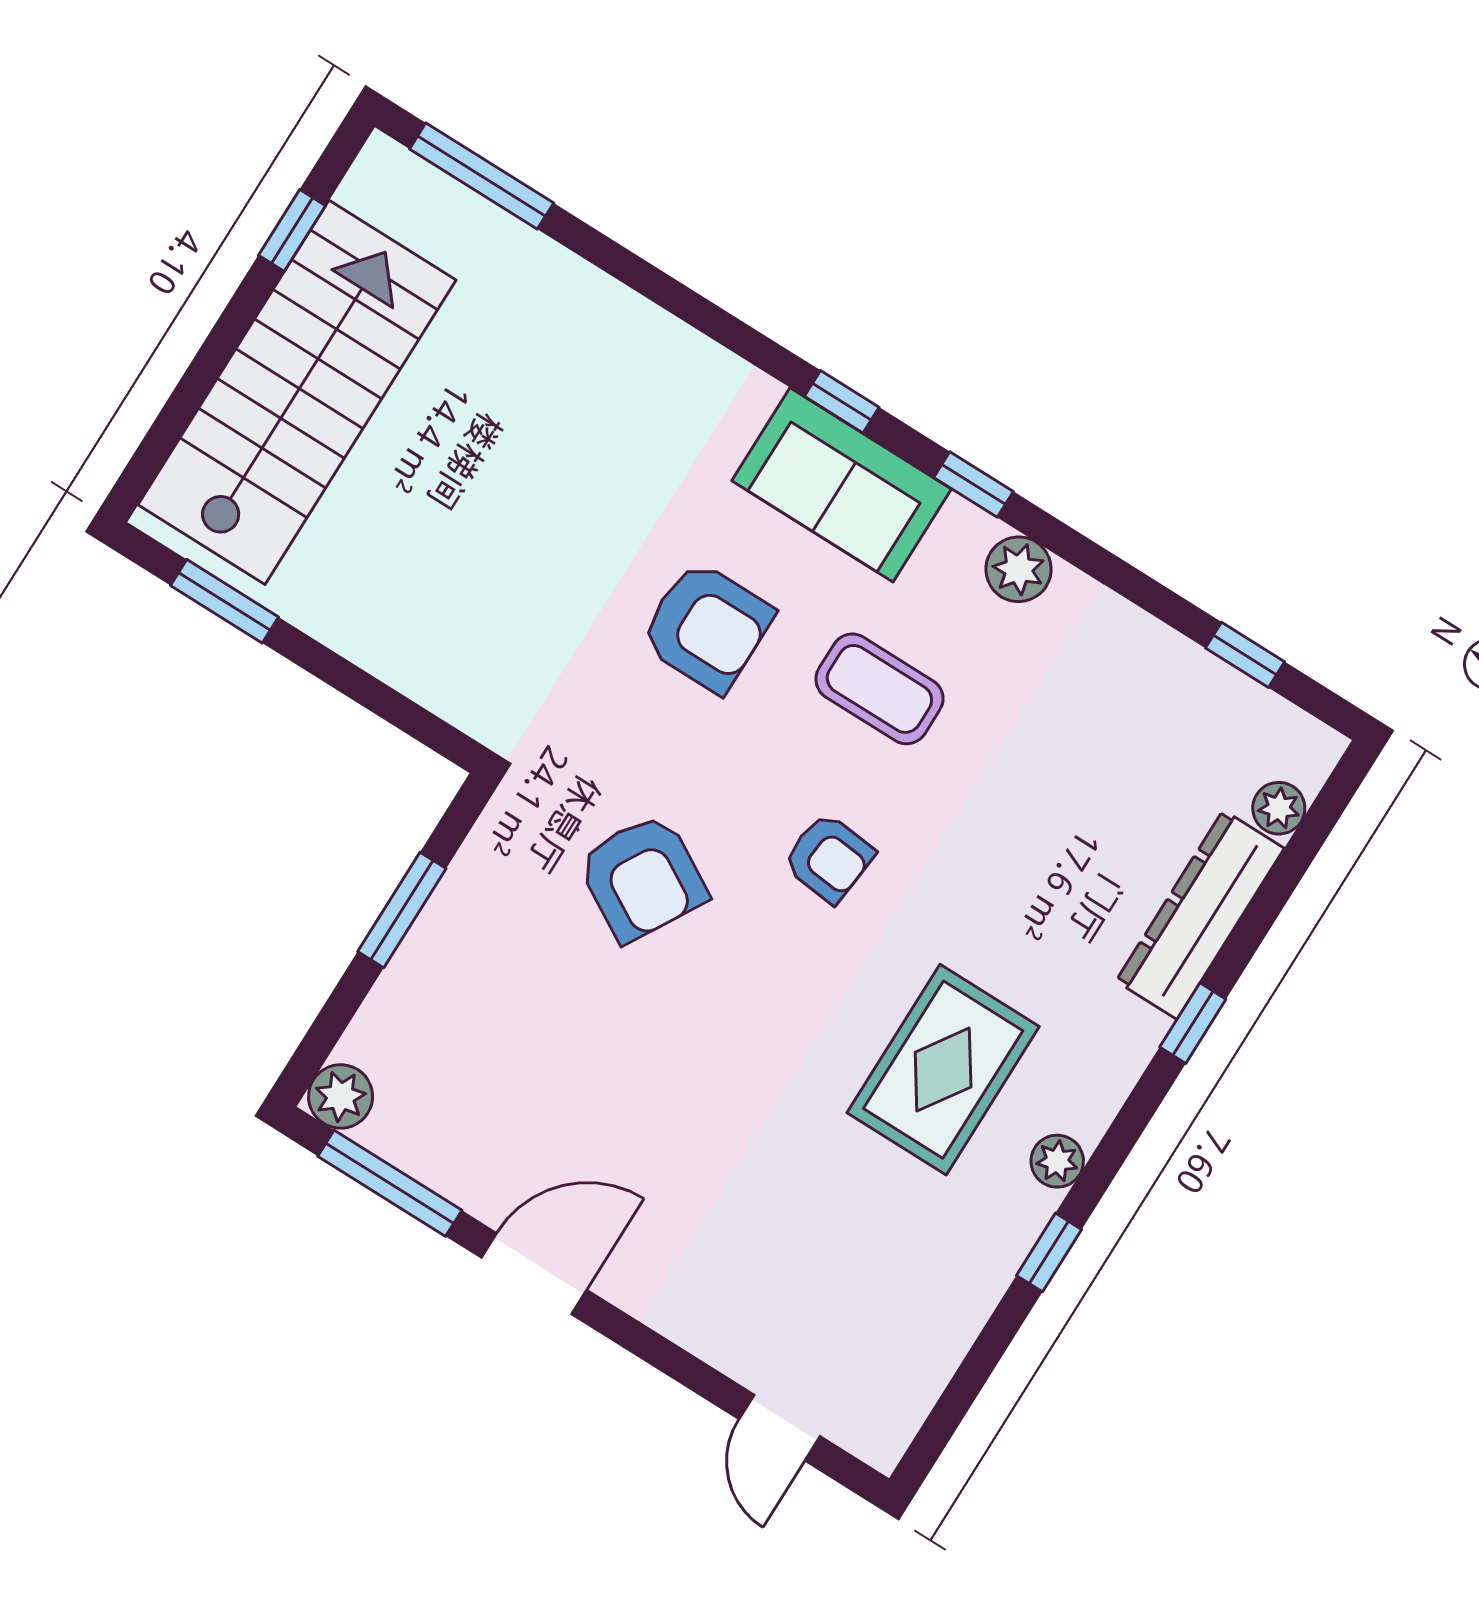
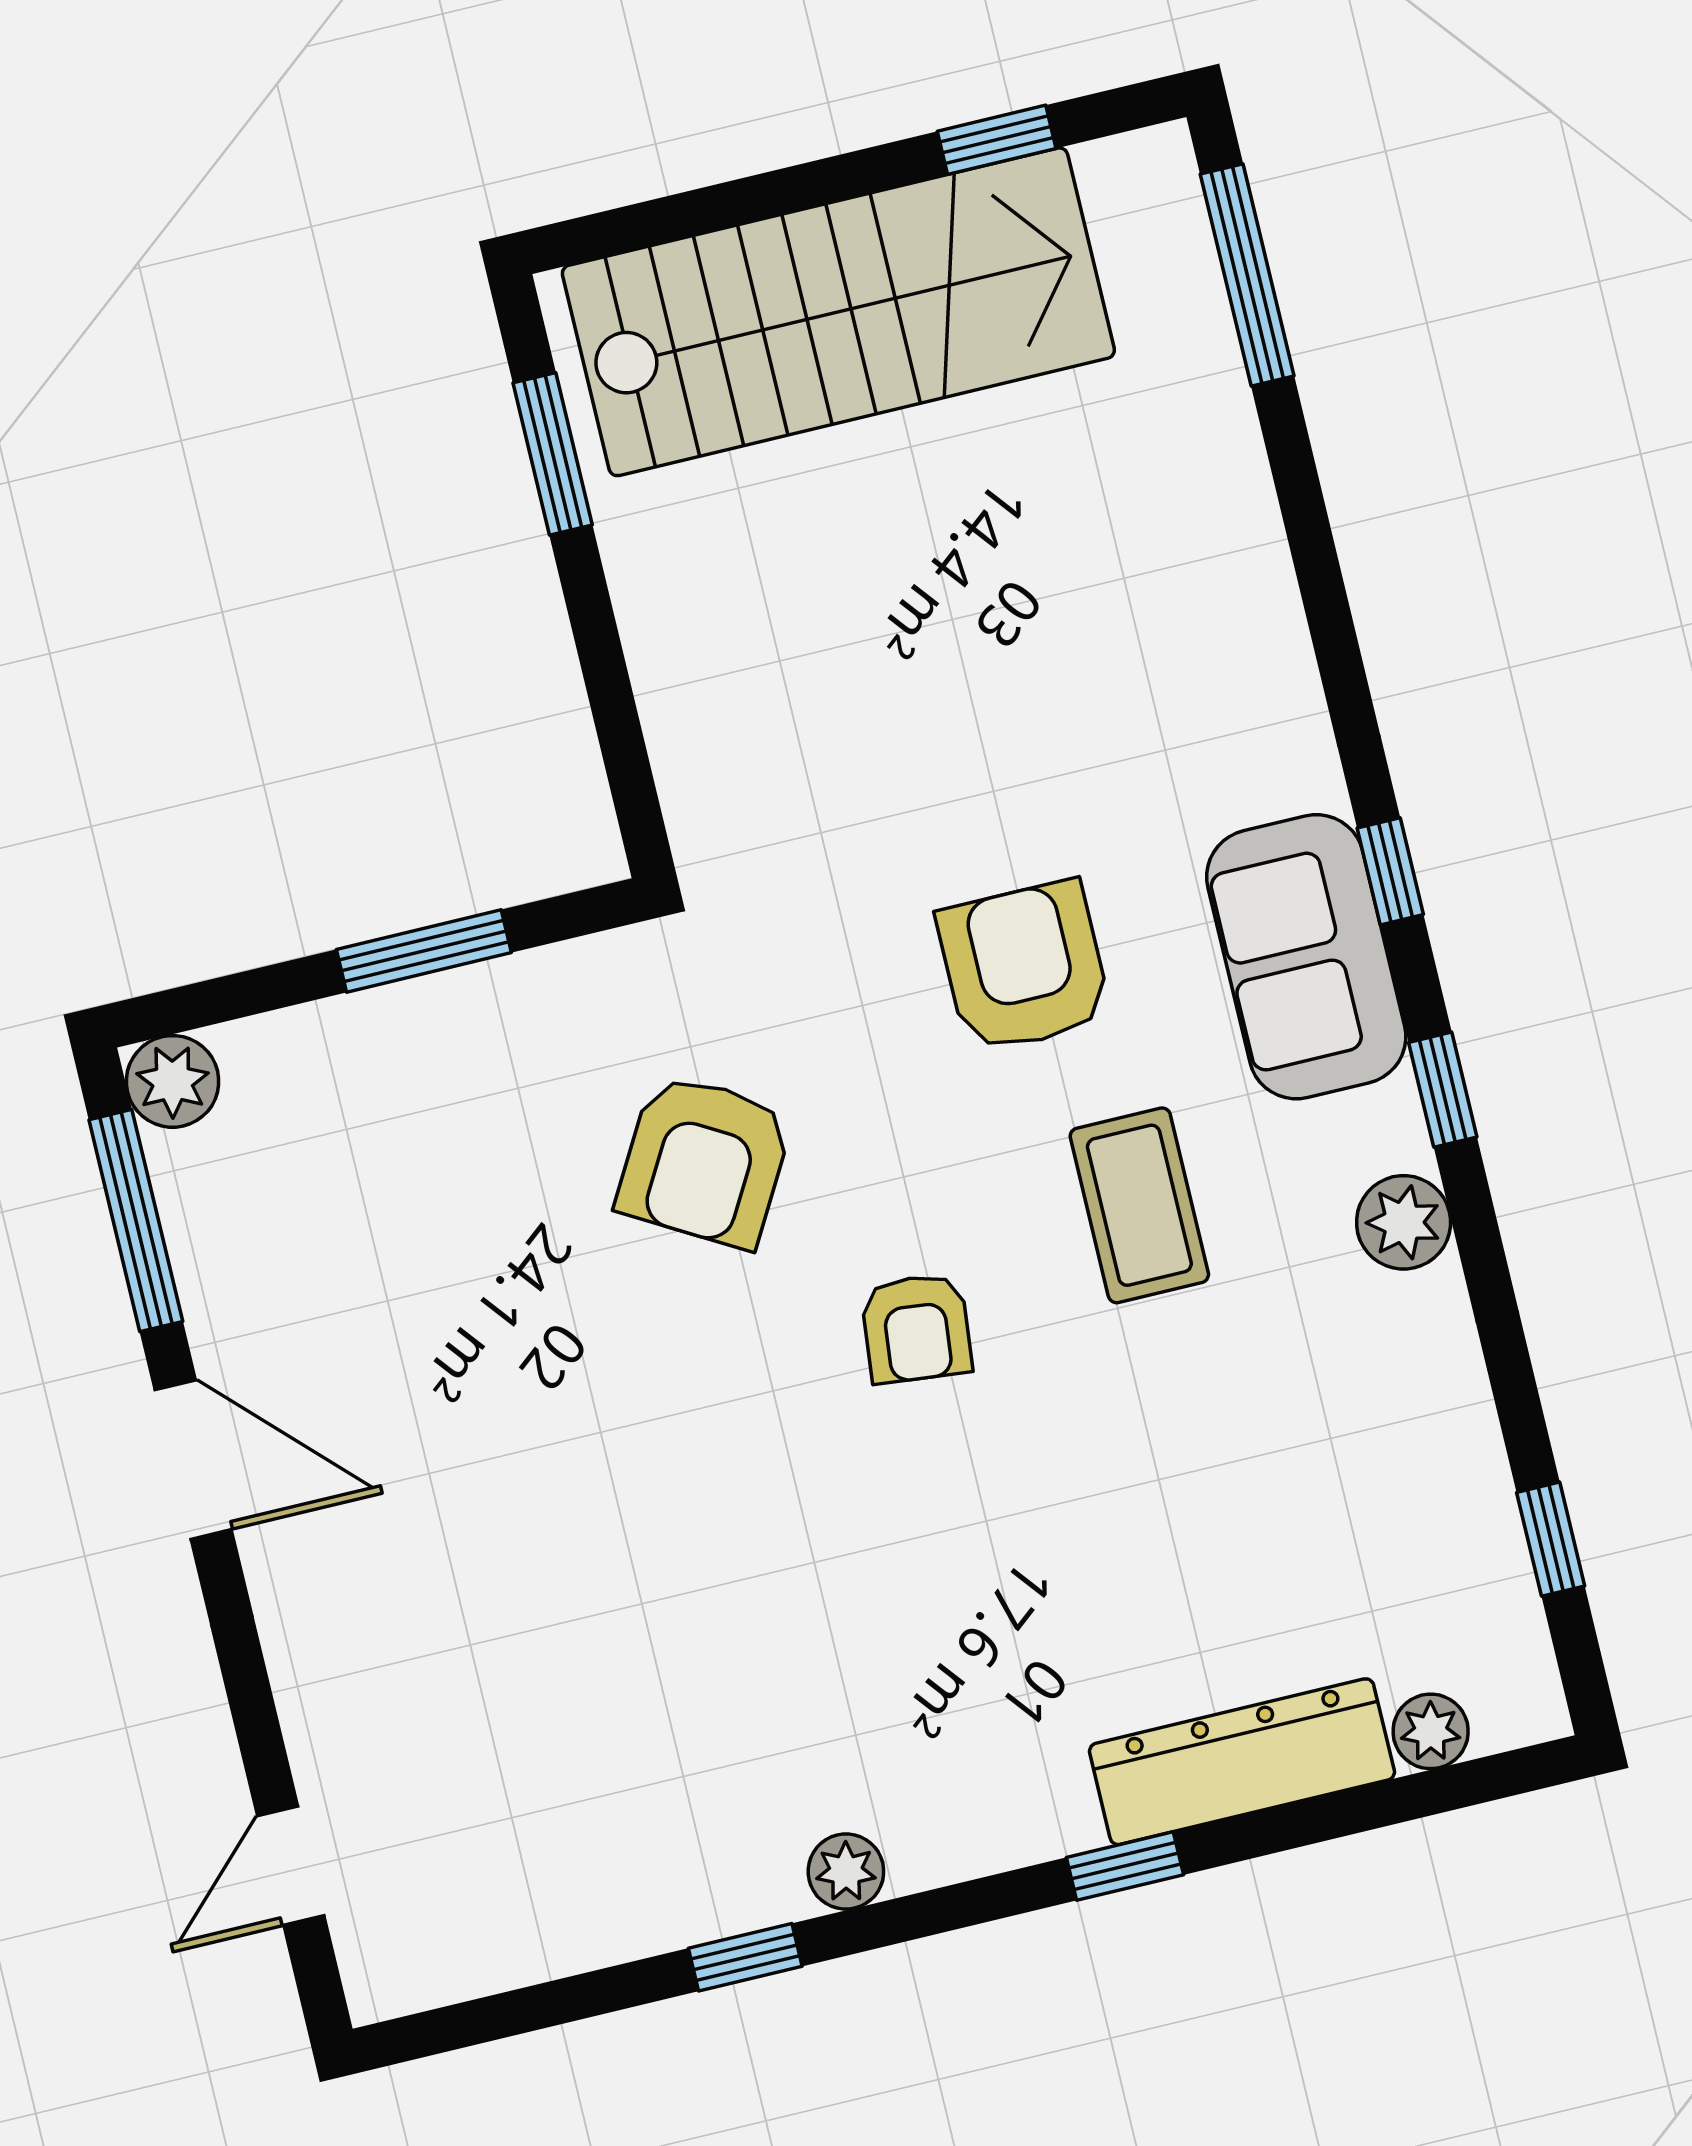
armchair: (707, 627) -> (1024, 967), turned 180
rug: (943, 1070) -> (821, 1662), removed

